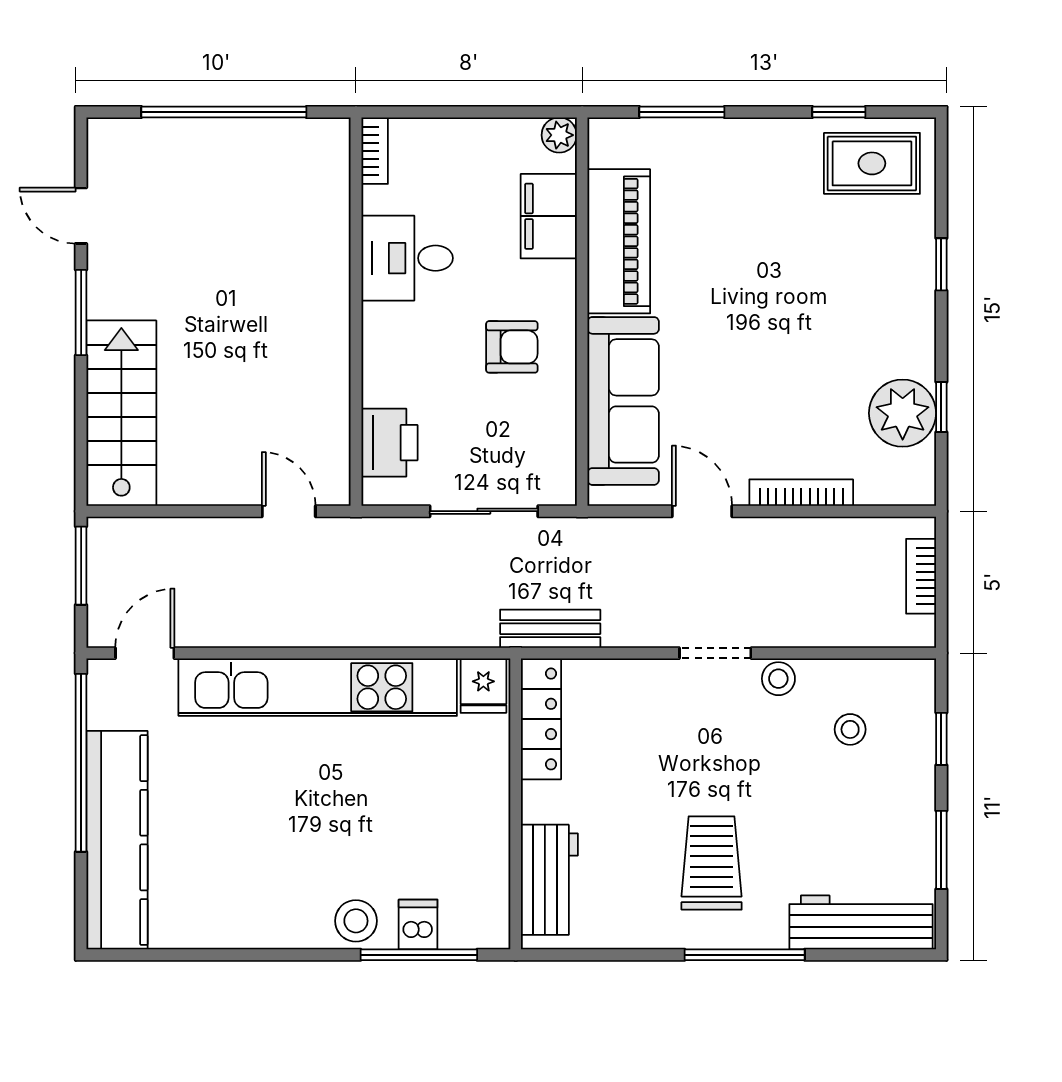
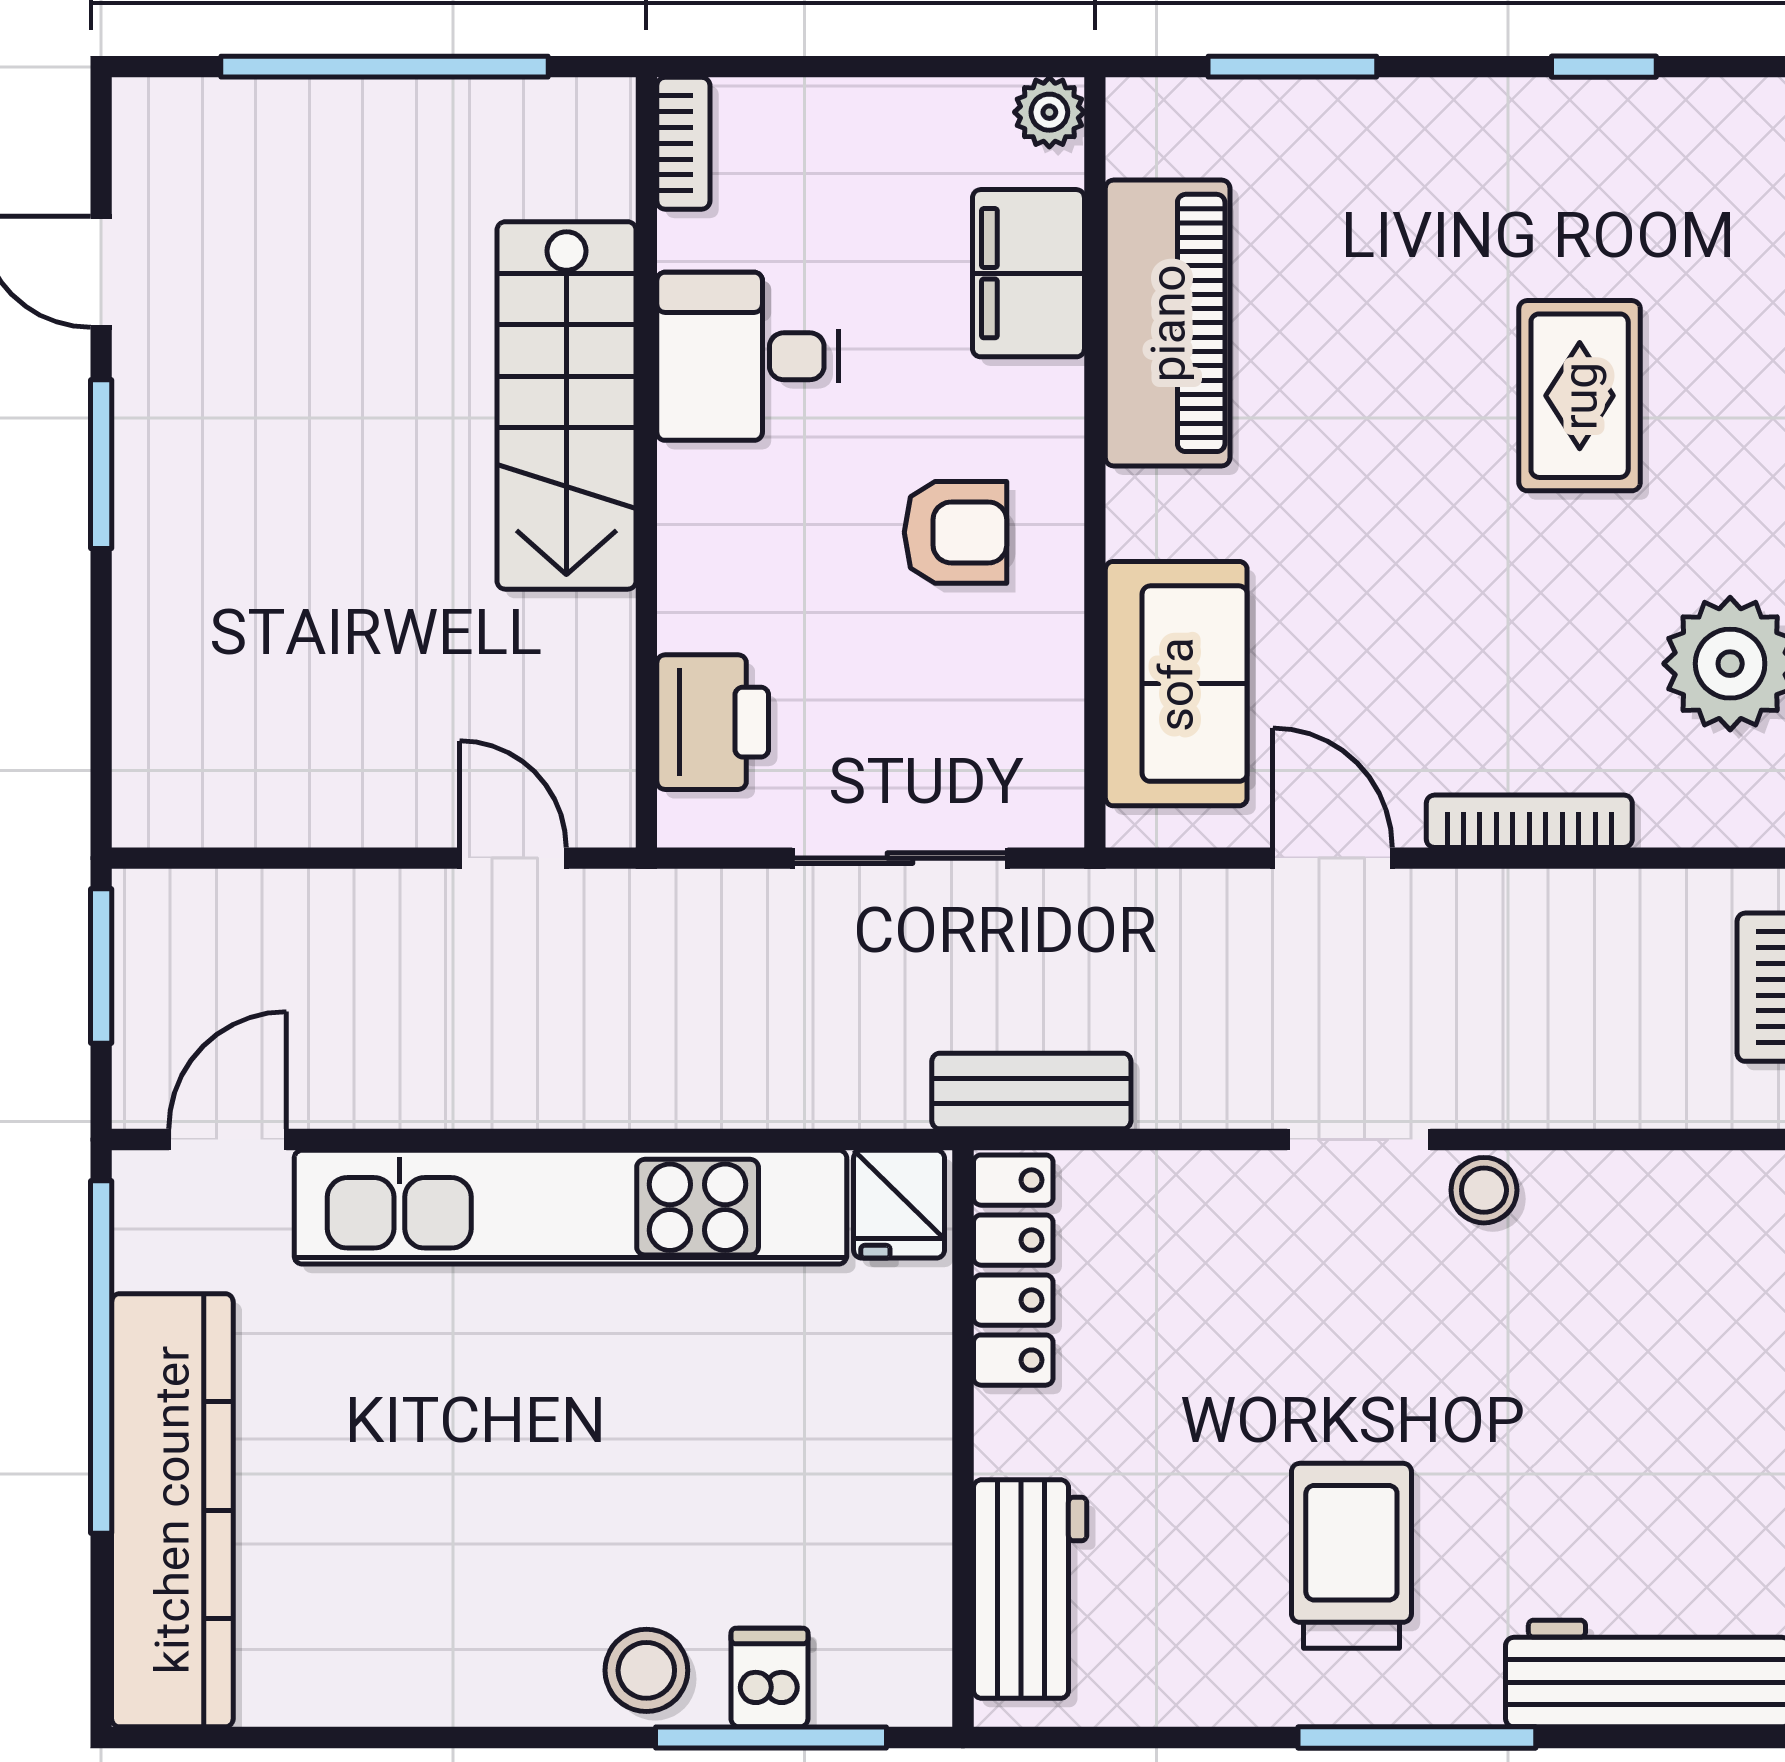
rug: (872, 163) -> (1580, 396), moved, turned 90
sofa: (623, 401) -> (1176, 684), width x0.73
stairs: (121, 413) -> (566, 405), moved, turned 180
stool: (850, 729) -> (1626, 1291), removed

